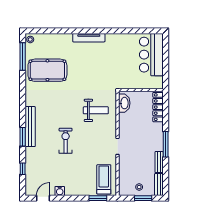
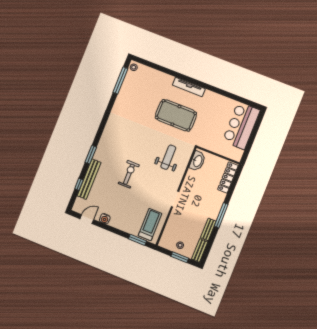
pool table: (47, 70) -> (176, 115), moved
weight bench: (96, 110) -> (168, 157), turned -90
bench: (30, 127) -> (89, 179), moved

